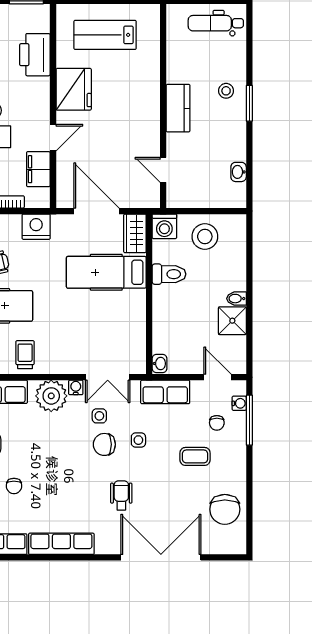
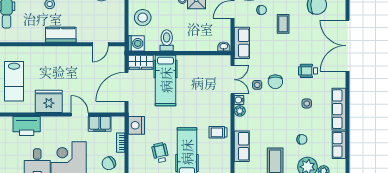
plant: (51, 396) -> (240, 111), width x0.53, depth x0.53
side table: (138, 440) -> (307, 103), moved

